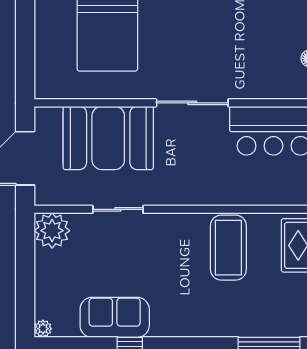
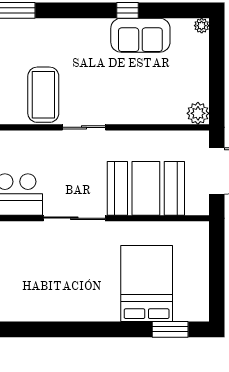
sliding door: (118, 209) -> (84, 127), moved
plant: (52, 231) -> (198, 113), width x0.73, depth x0.73

